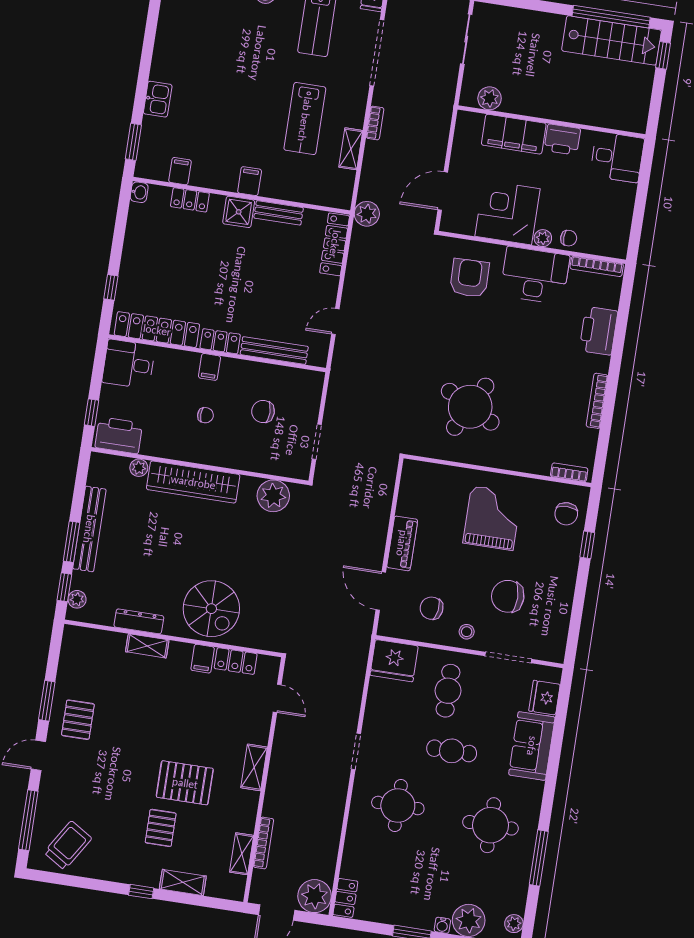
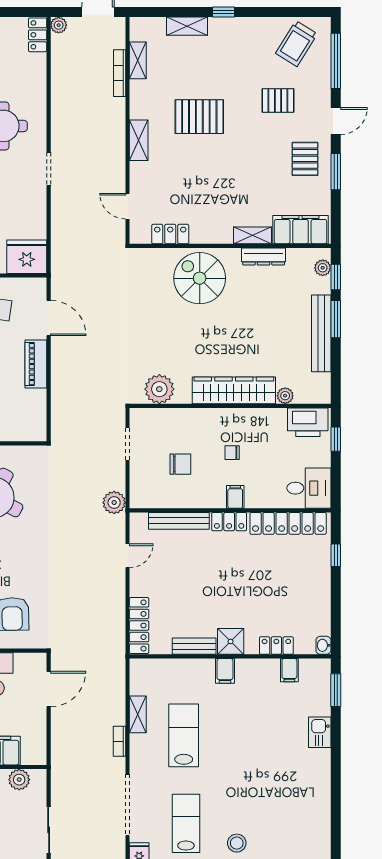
plant: (367, 214) -> (114, 503), moved
filing cabinet: (203, 659) -> (301, 230), moved, width x3.00, depth x1.17
pallet: (161, 828) -> (278, 100), moved, turned 90
plant: (315, 896) -> (59, 25), width x0.53, depth x0.53

